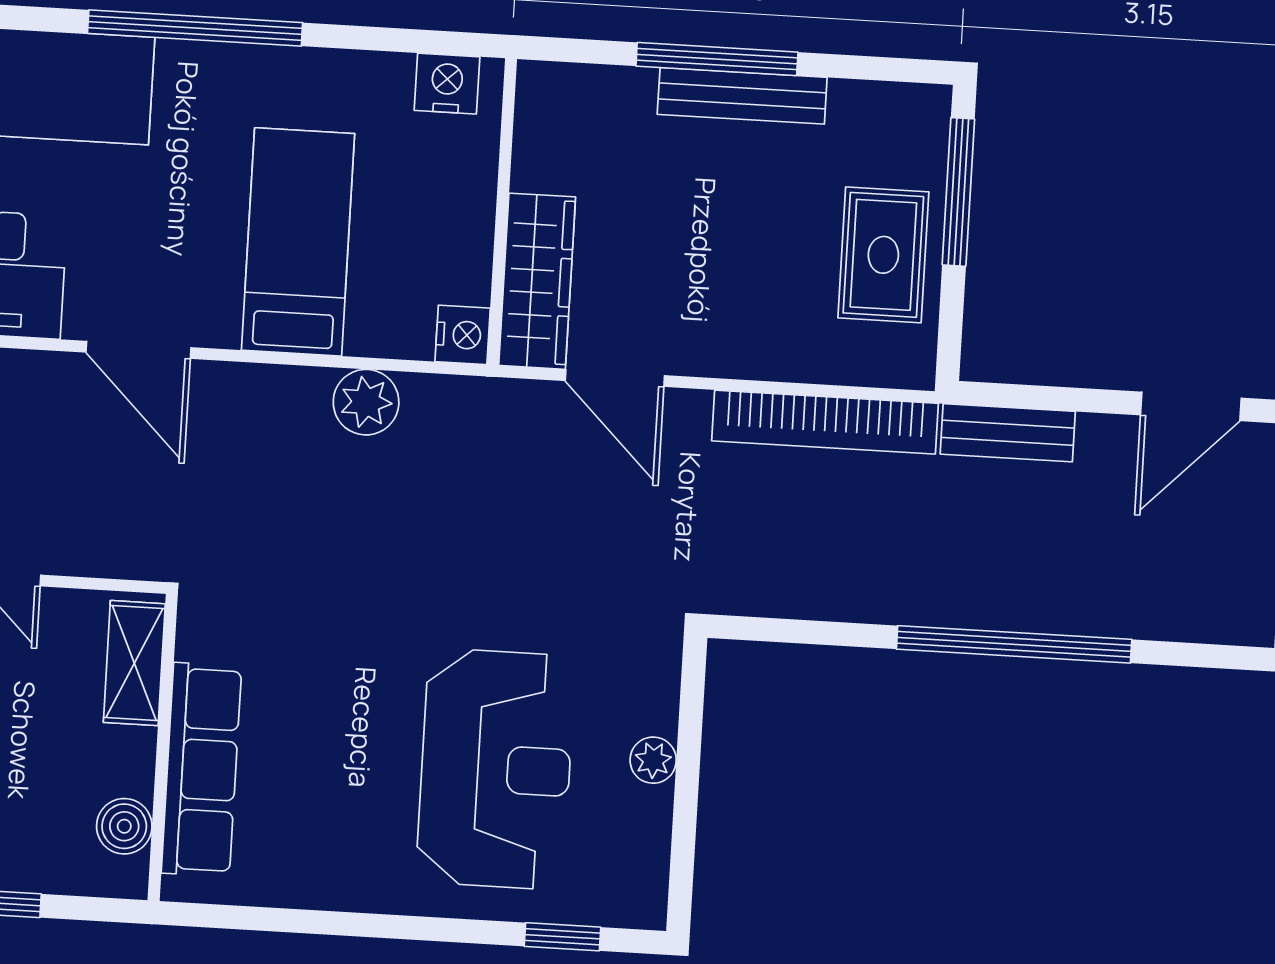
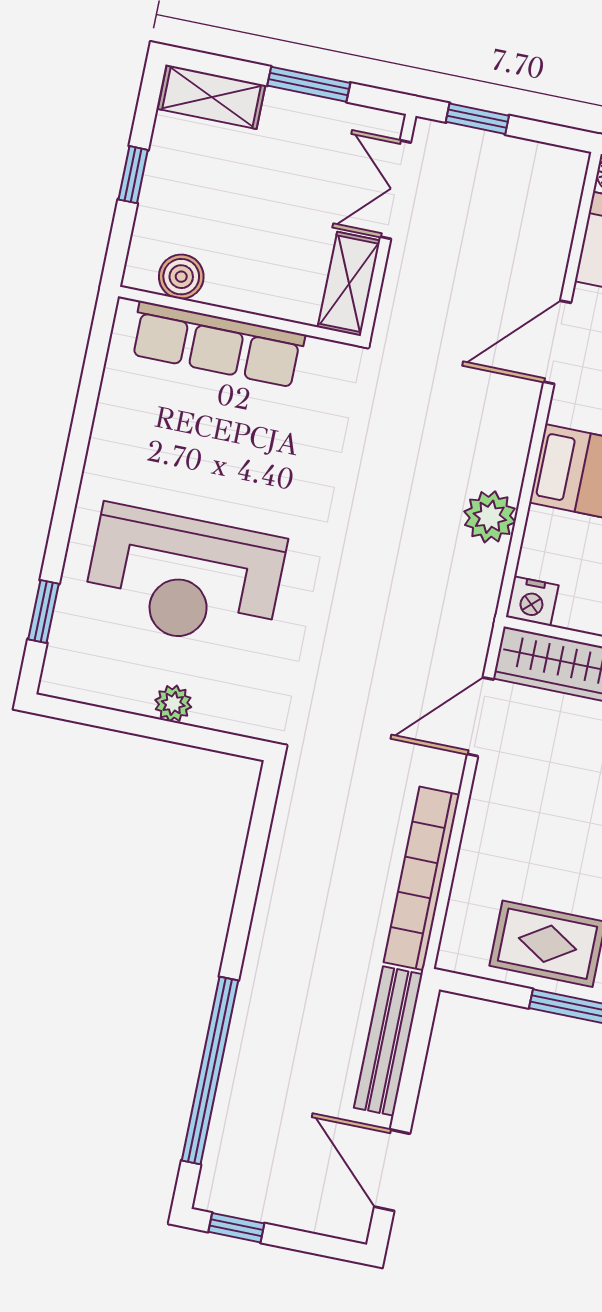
bench: (1008, 433) -> (388, 1041), width x1.36
window: (1014, 644) -> (210, 1070), moved
shelving: (134, 663) -> (349, 284), moved, turned 90

